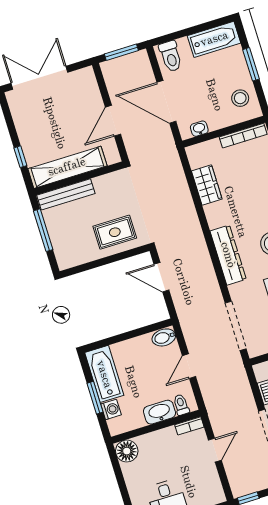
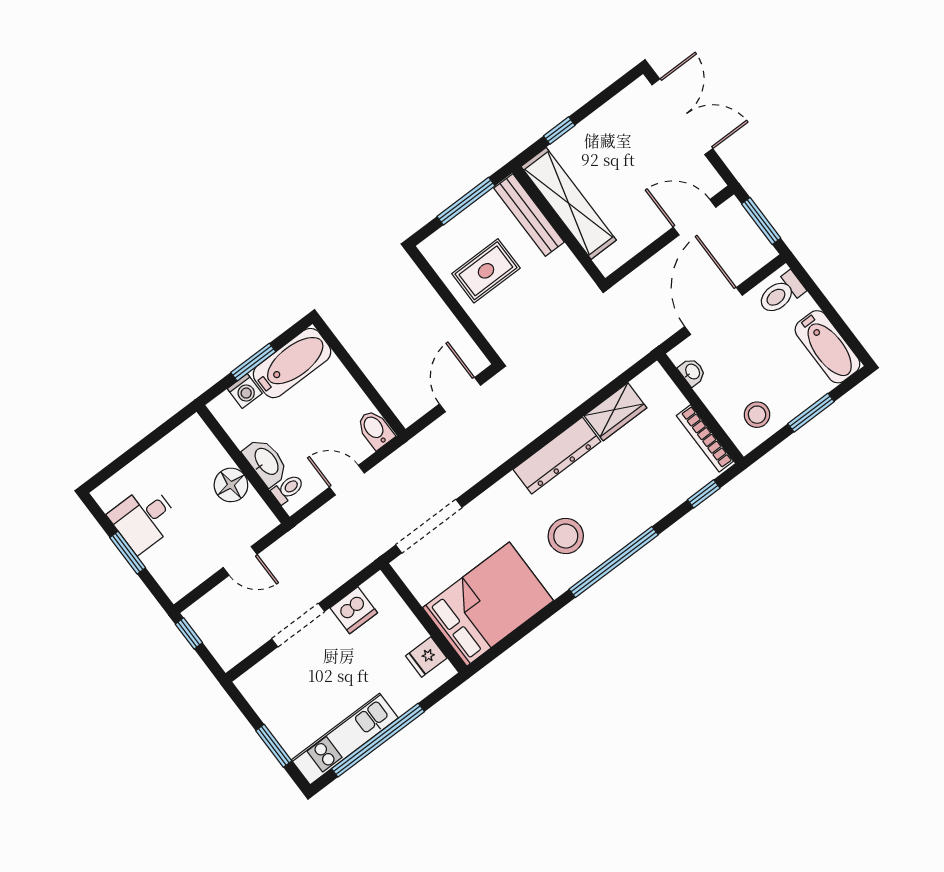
door: (113, 121) -> (694, 217), moved
rug: (115, 232) -> (486, 271), moved, turned 90
dresser: (228, 255) -> (557, 455), moved
bookcase: (189, 426) -> (262, 512), removed
floor lamp: (127, 451) -> (231, 485), moved

